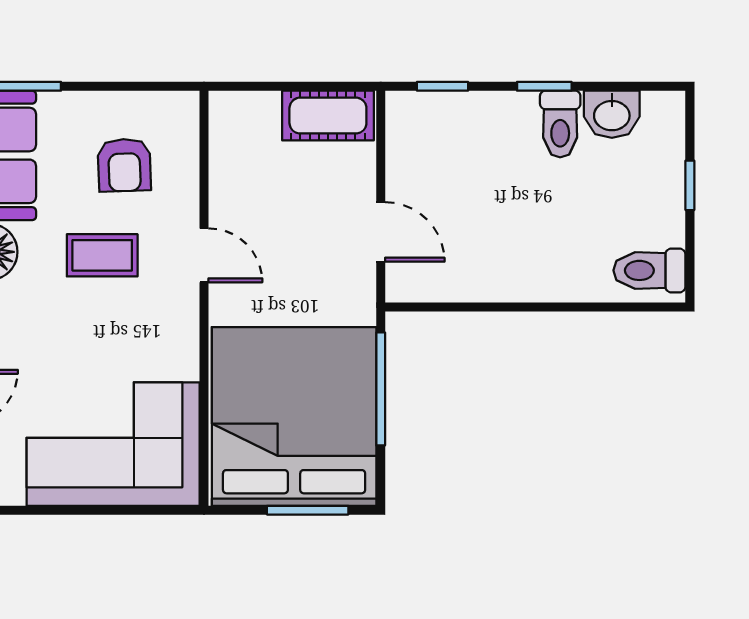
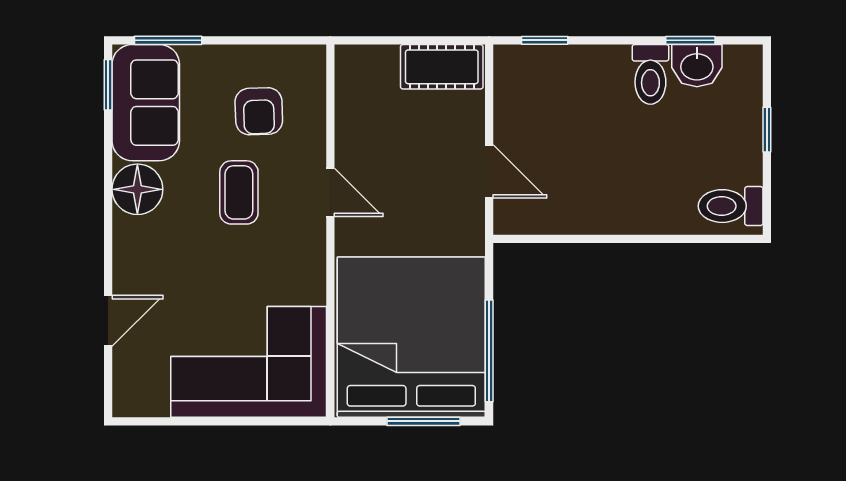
window: (544, 86) -> (690, 40), moved
coffee table: (102, 255) -> (239, 192), turned 90
window: (381, 389) -> (489, 351), moved

